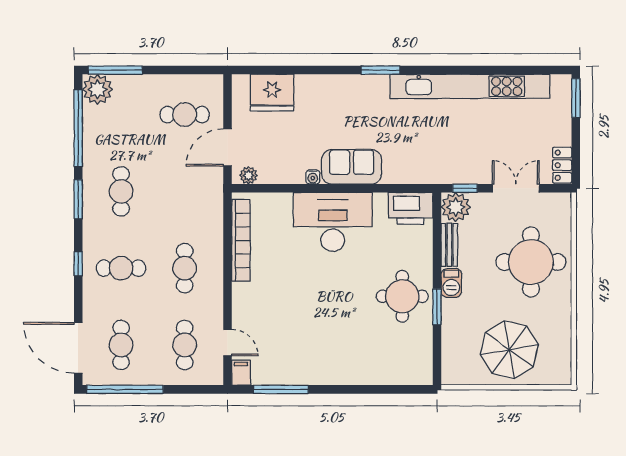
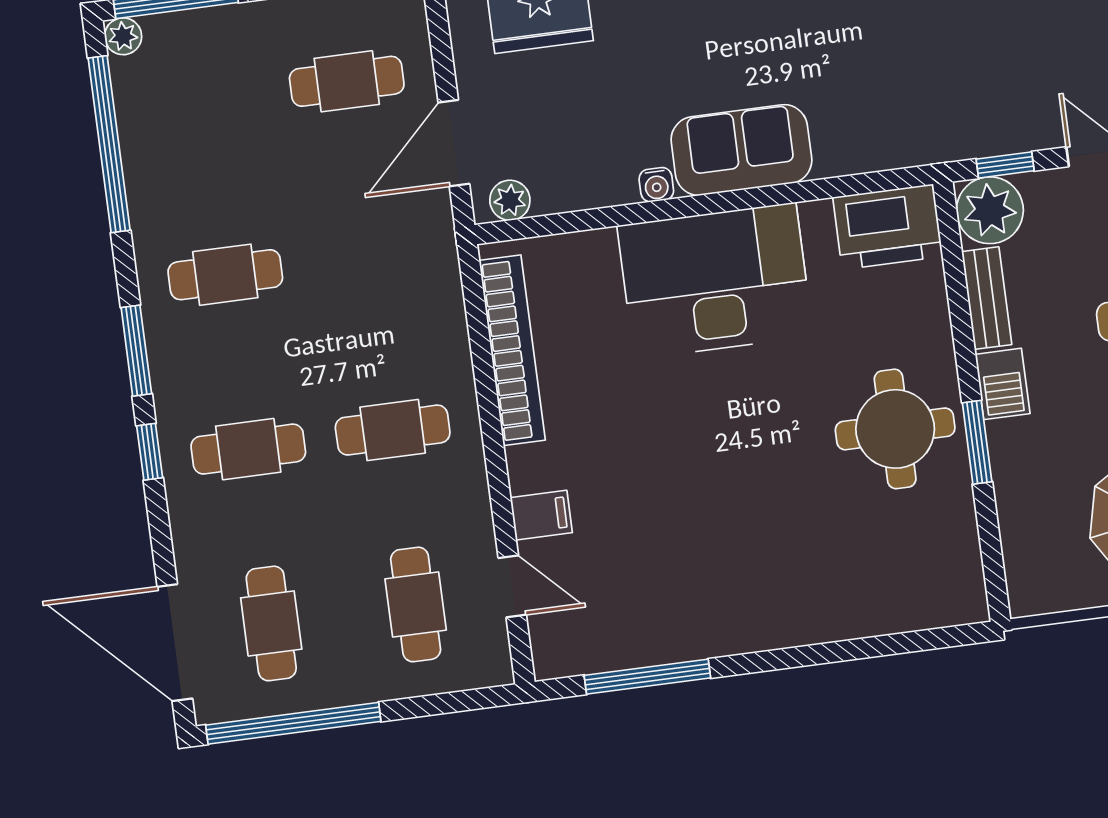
plant: (97, 89) -> (123, 36), width x0.53, depth x0.53
cafe table: (121, 191) -> (225, 275), turned 90
window: (78, 199) -> (136, 351), moved
cafe table: (185, 268) -> (393, 430), turned 90
filing cabinet: (241, 373) -> (541, 515), moved, turned 90

